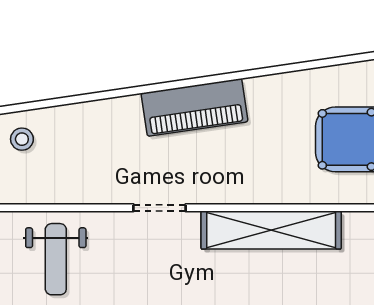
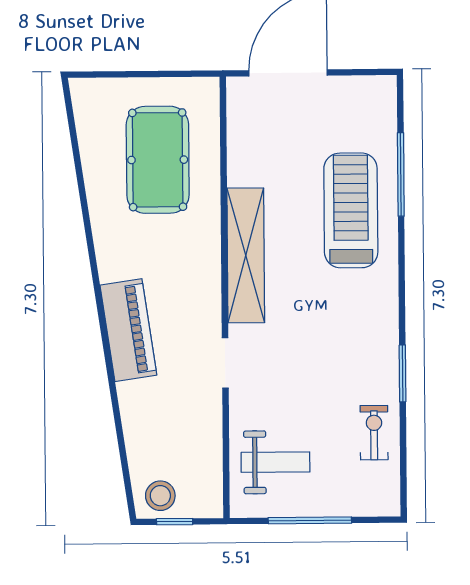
stool: (22, 139) -> (160, 496), width x1.37, depth x1.37

